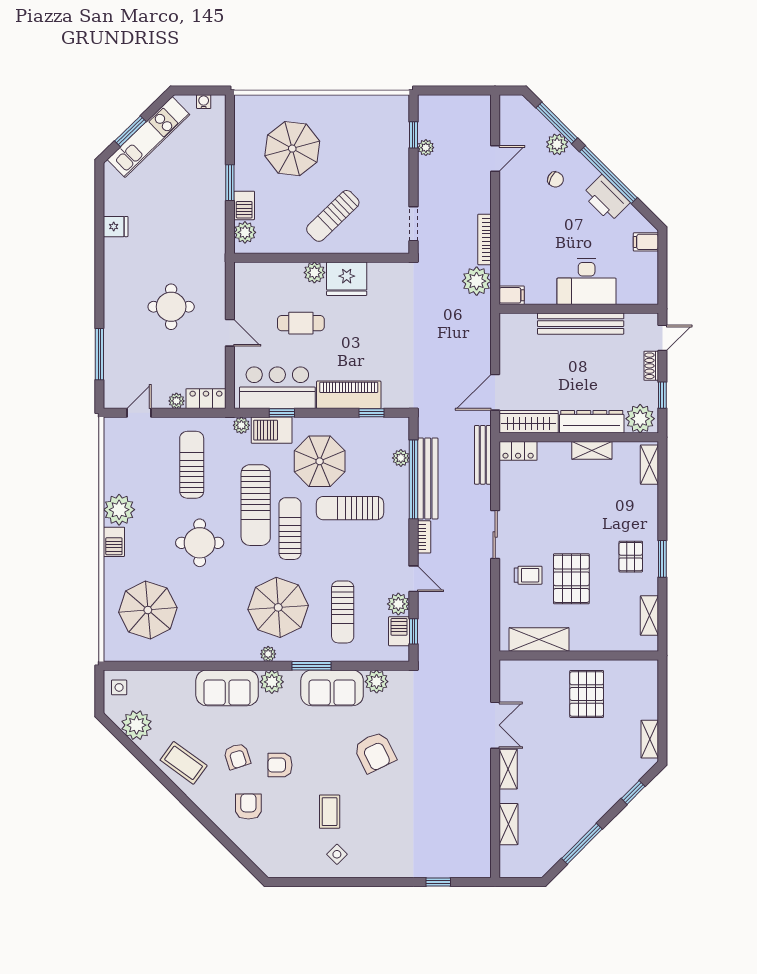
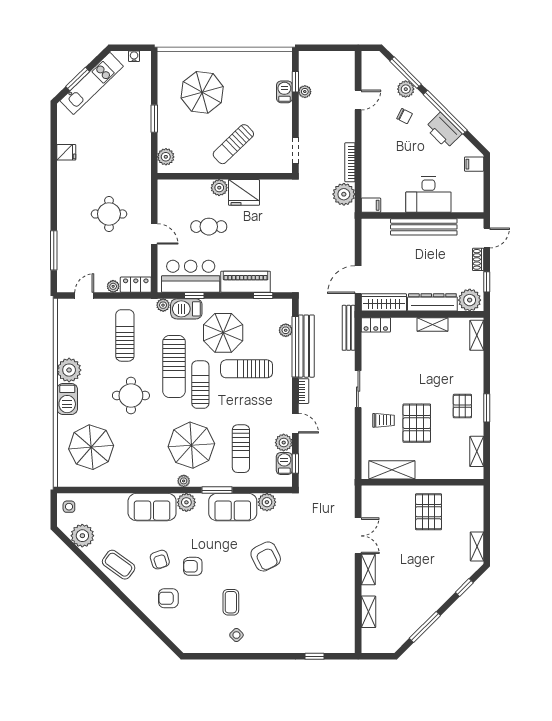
barbecue: (244, 205) -> (284, 92), moved, turned 180
barbecue: (114, 542) -> (67, 399), width x1.38, depth x1.27
armchair: (248, 806) -> (168, 598), turned -90

